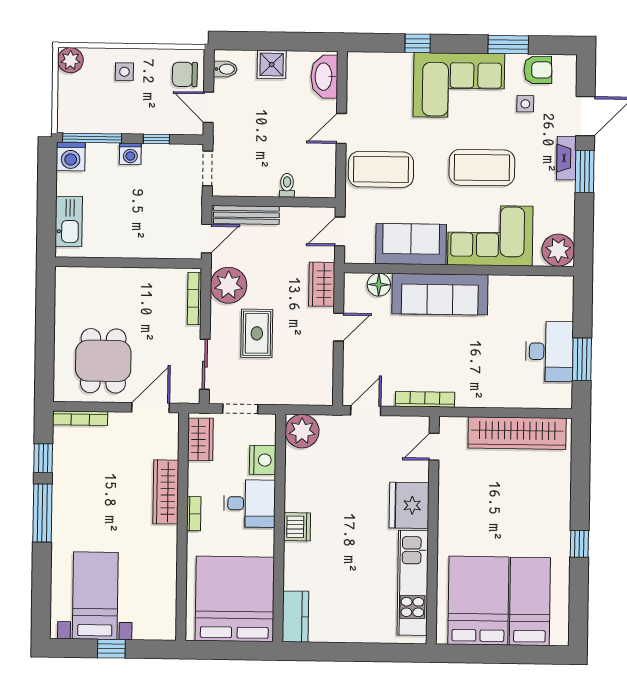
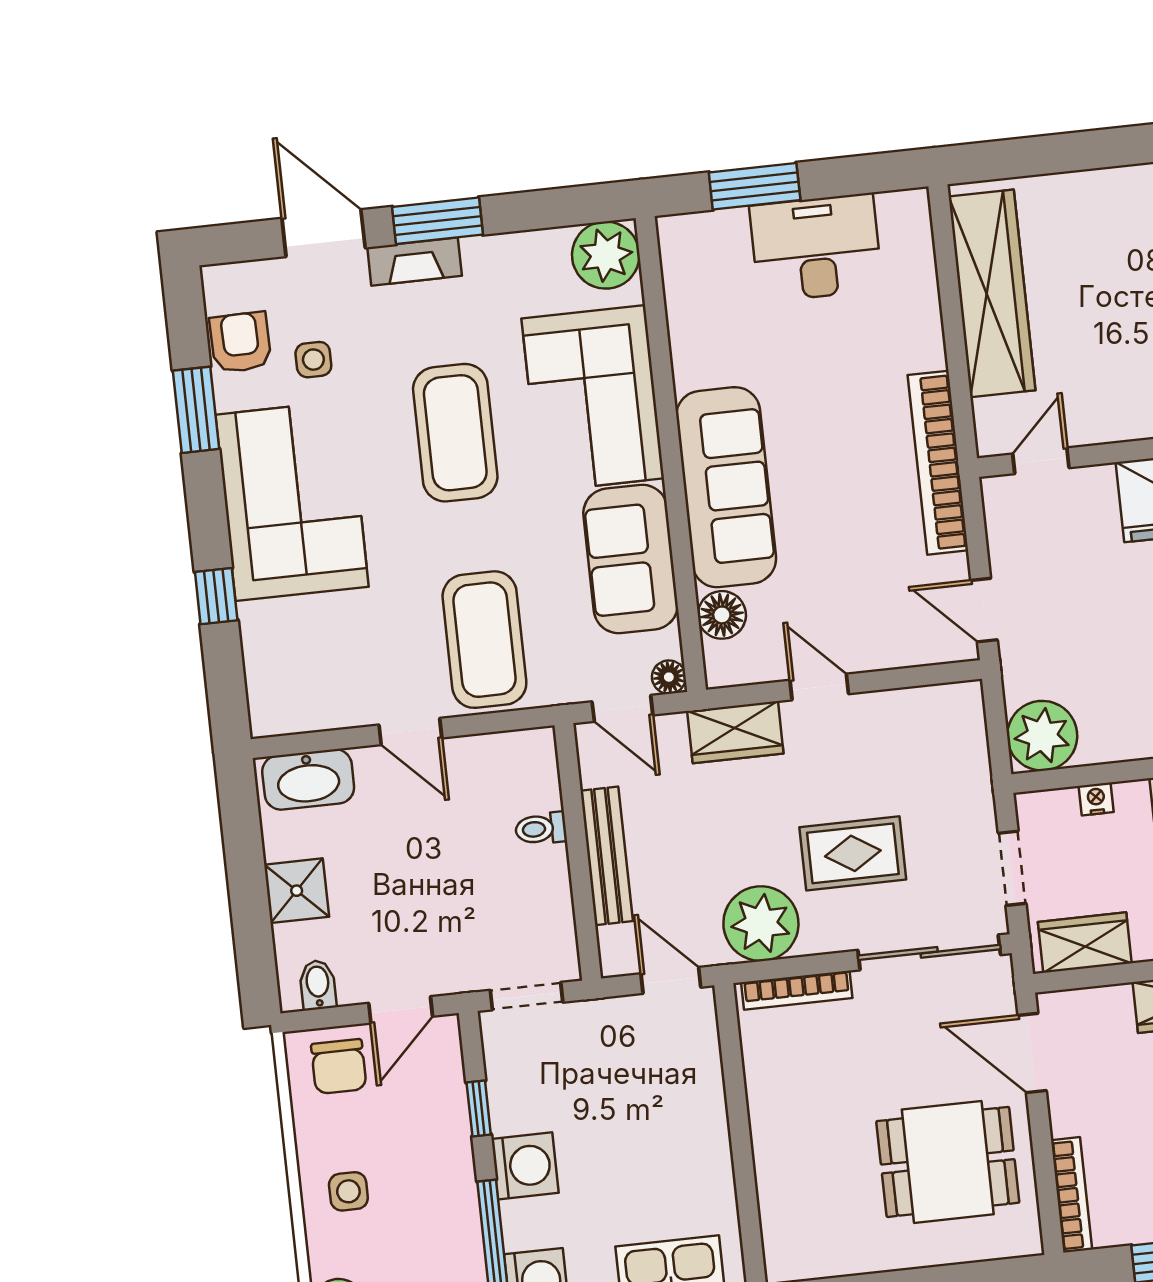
washing machine: (130, 154) -> (525, 1166), width x1.38, depth x1.38
bench: (246, 215) -> (607, 856), moved
floor lamp: (352, 256) -> (669, 677), added
window: (582, 359) -> (755, 186), moved
sliding door: (205, 364) -> (929, 952), width x1.37
bookcase: (425, 399) -> (938, 463), width x1.48, depth x1.31
door: (434, 447) -> (1041, 461), swing flipped
nightstand: (263, 460) -> (1096, 799), width x0.53, depth x0.56

